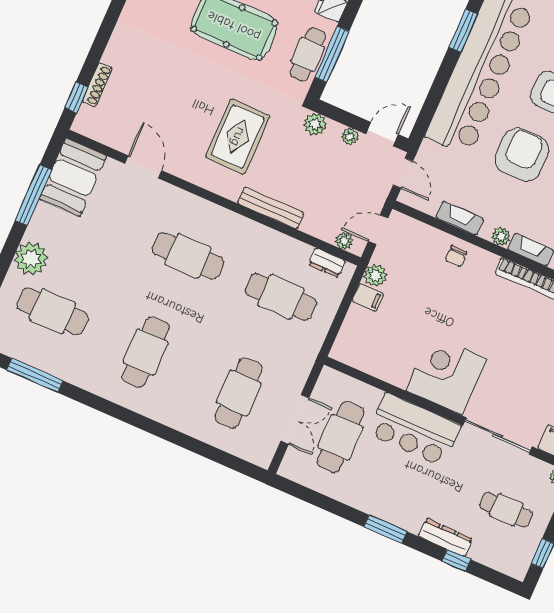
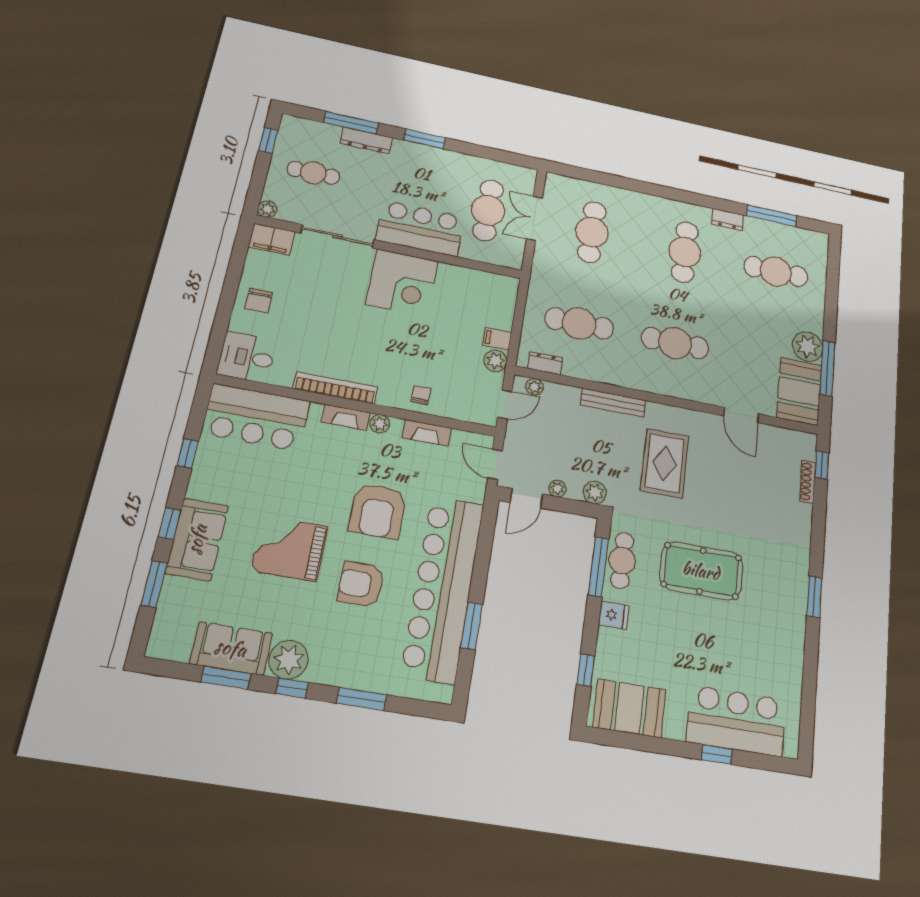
plant: (31, 259) -> (808, 346), moved
dresser: (86, 380) -> (728, 220), added
window: (456, 560) -> (351, 123), width x2.17

